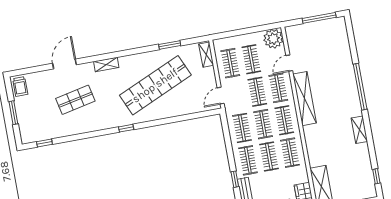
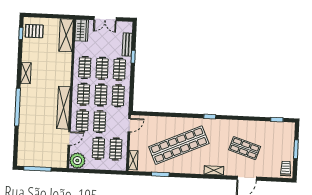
shop shelf: (75, 100) -> (245, 148), turned 30
pallet: (361, 183) -> (34, 31), added

